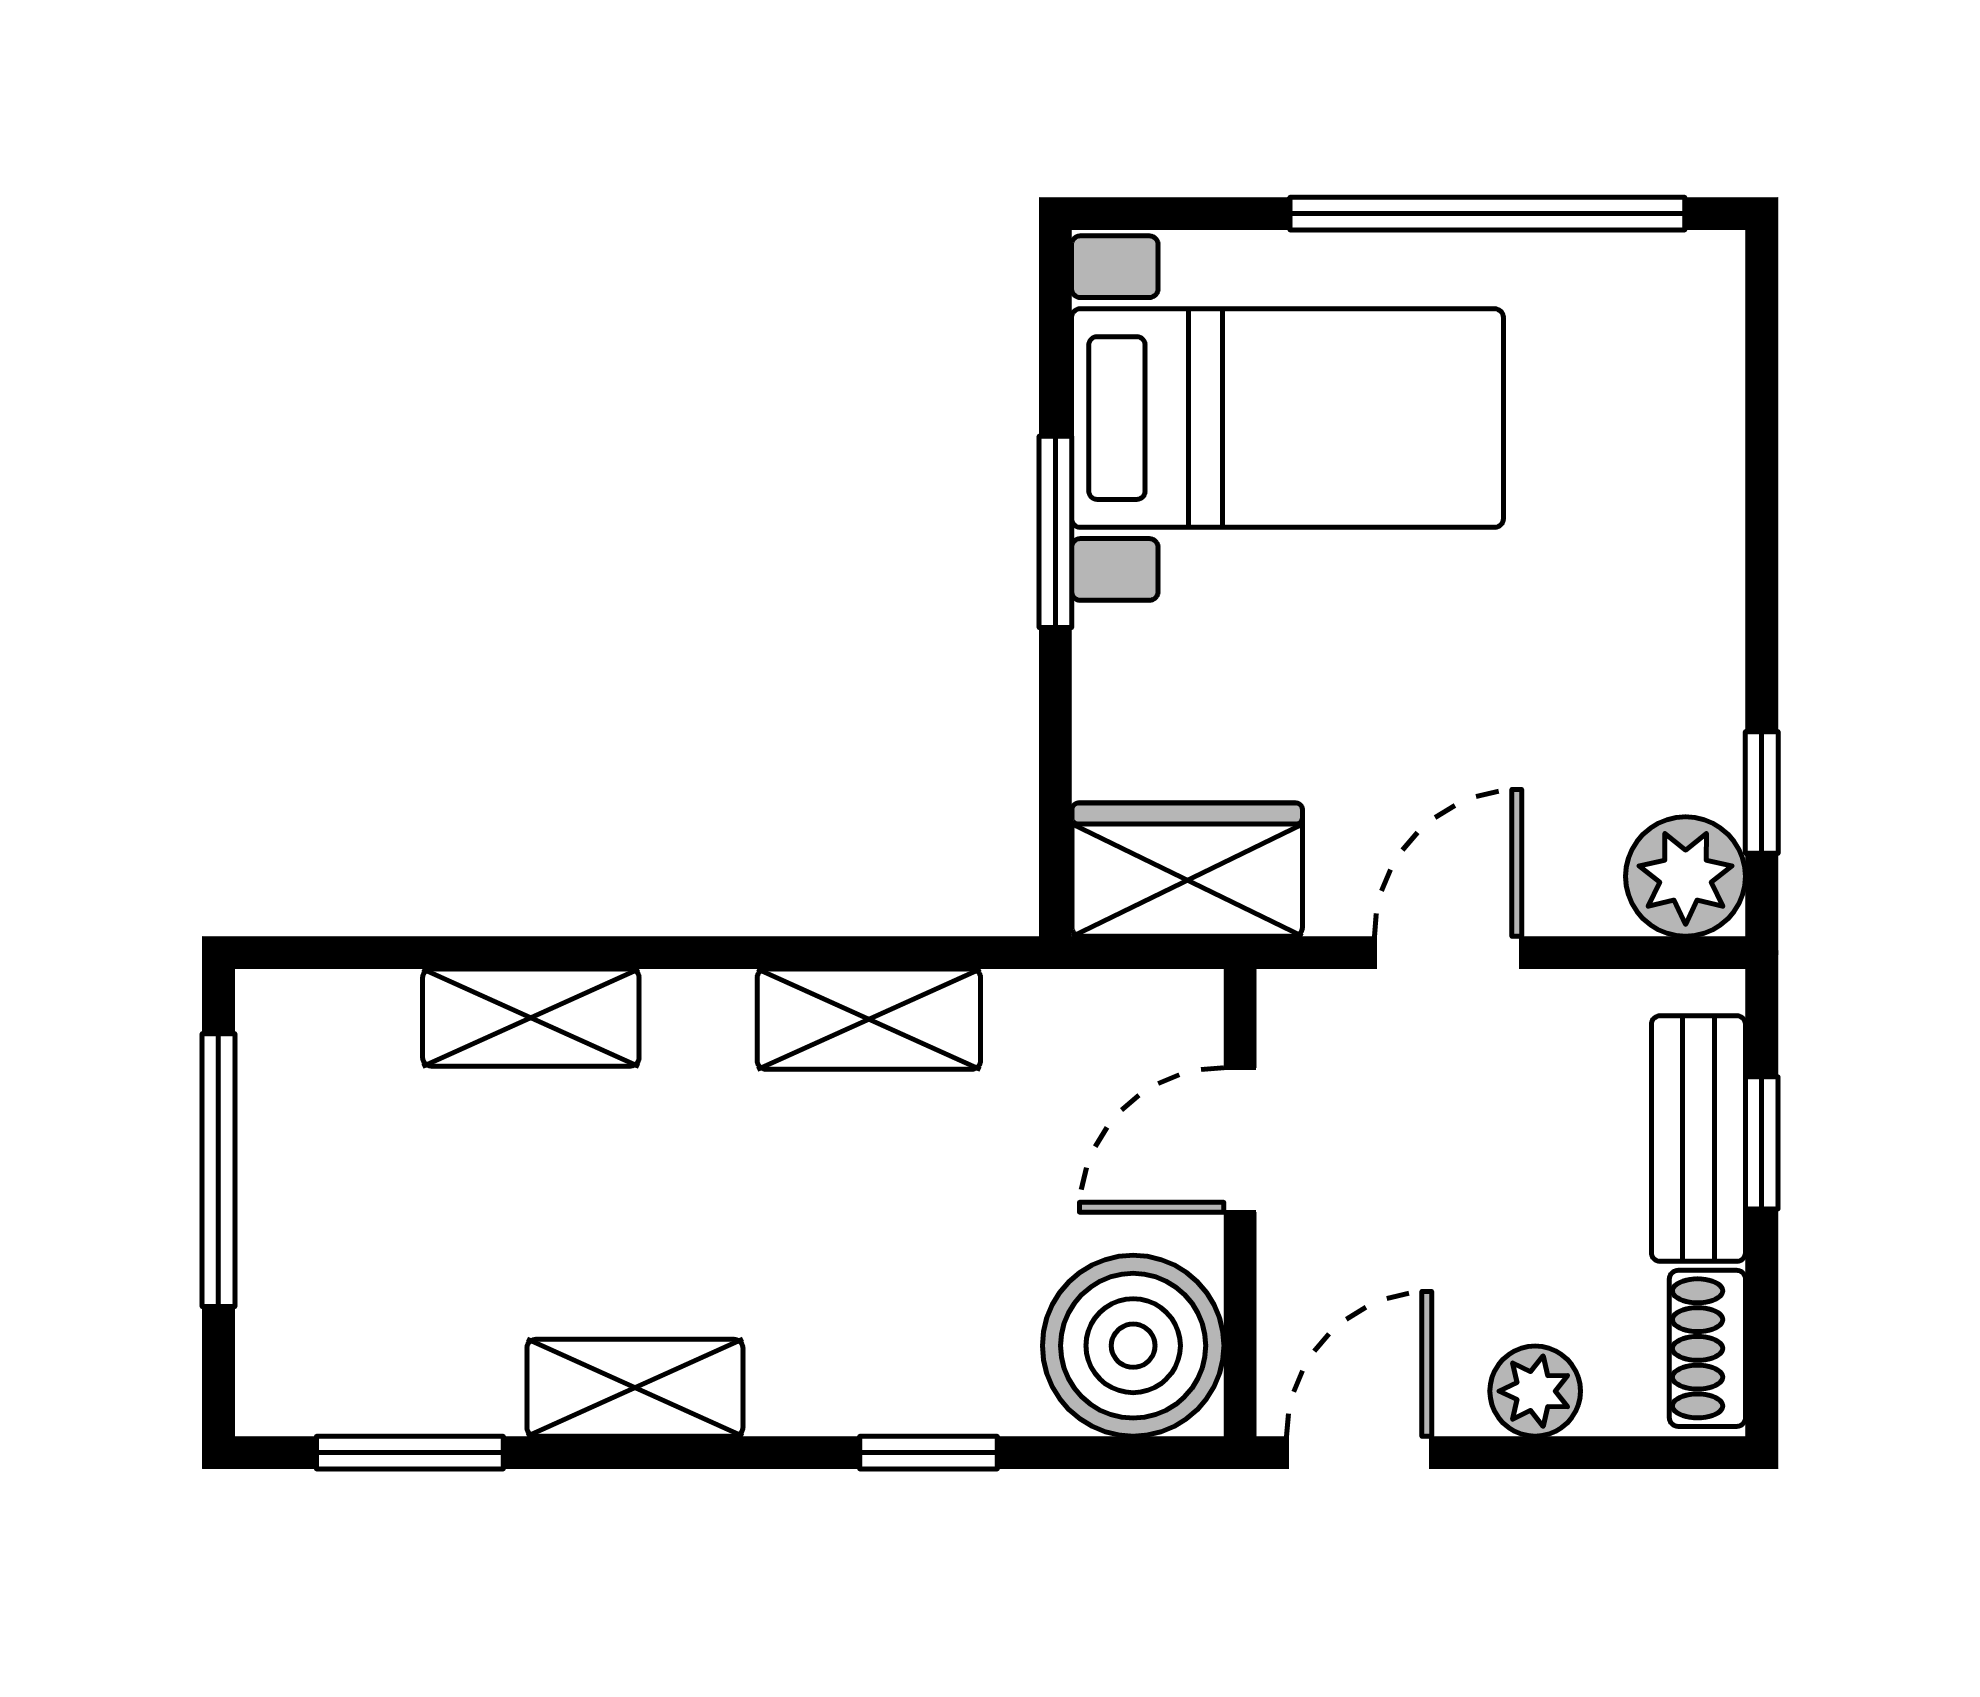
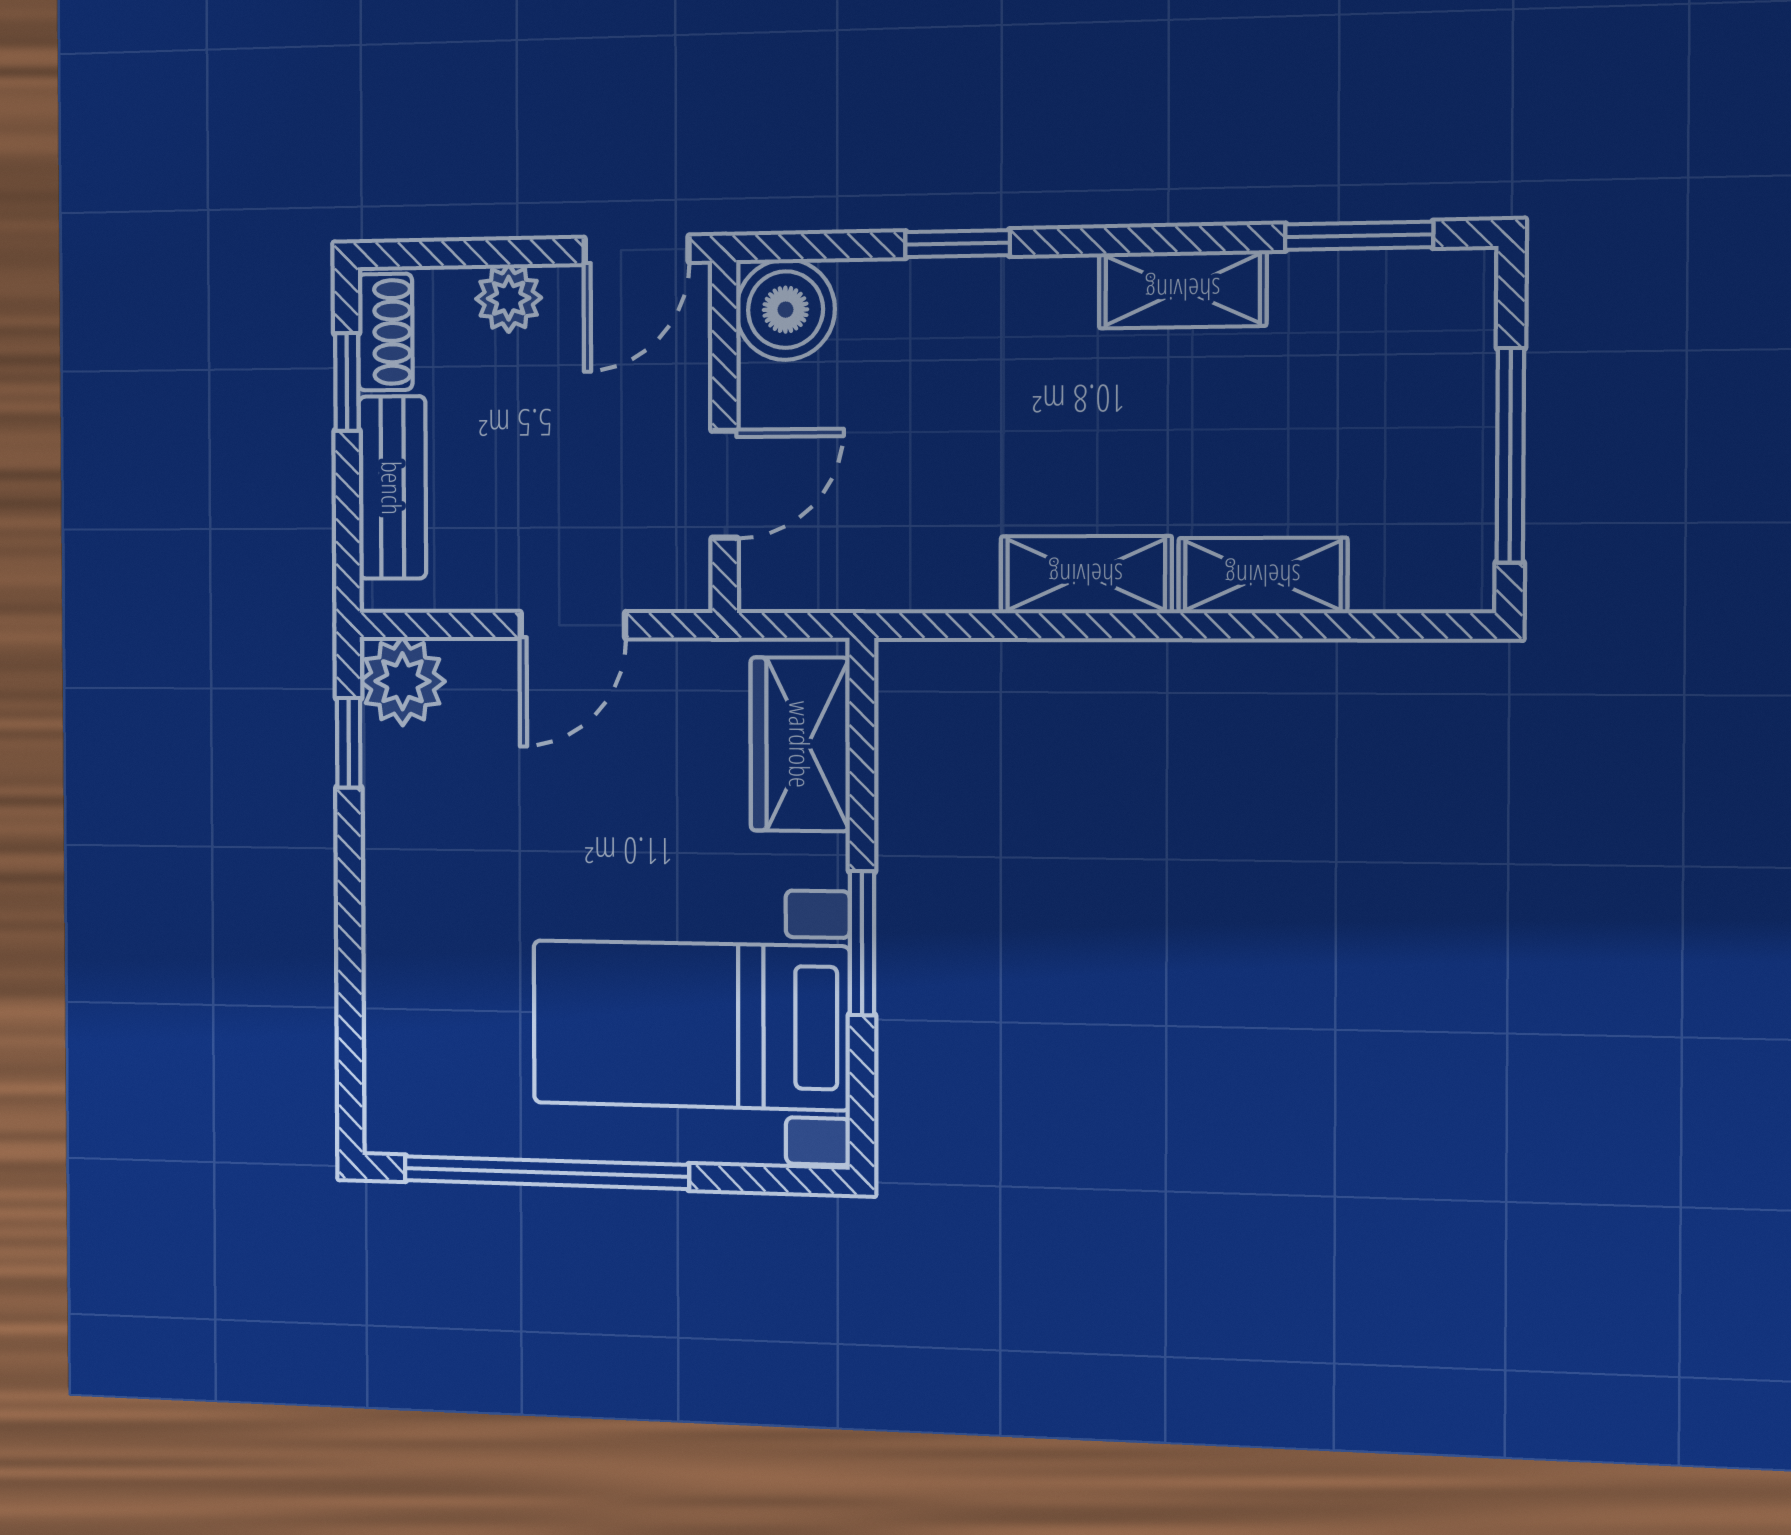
wardrobe: (1187, 870) -> (800, 744), moved, turned 90
shelving: (869, 1019) -> (1086, 575), moved
window: (1762, 1143) -> (347, 382), moved
boiler: (1133, 1346) -> (785, 310), width x0.73, depth x0.73

